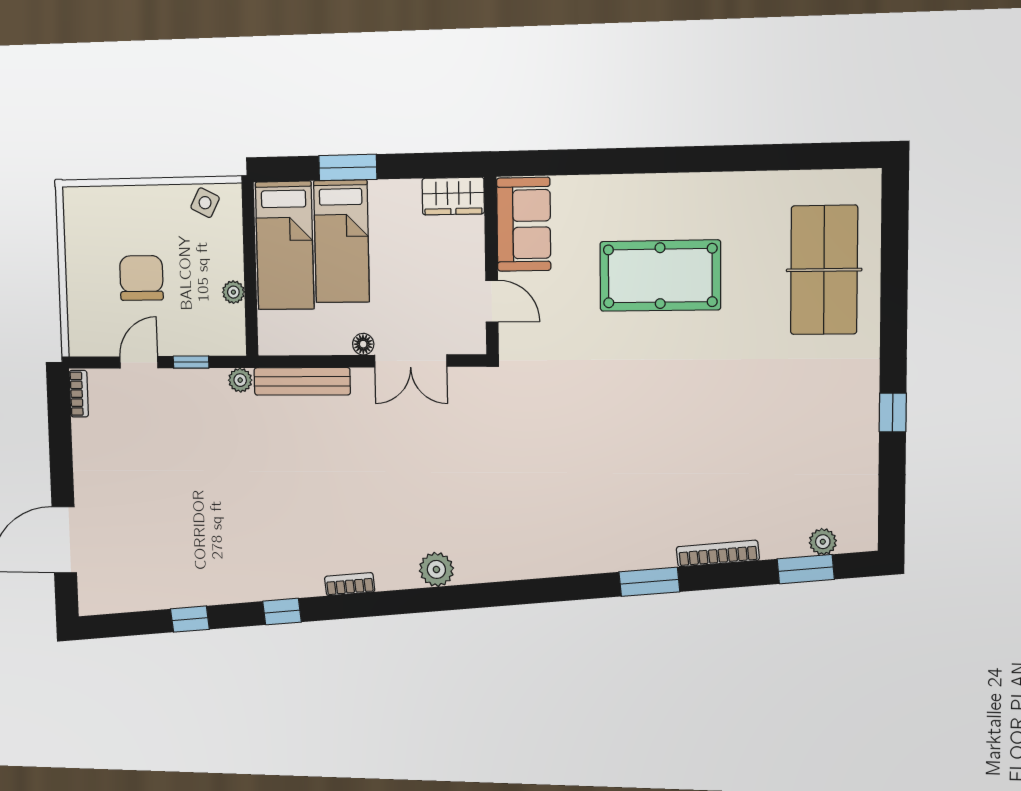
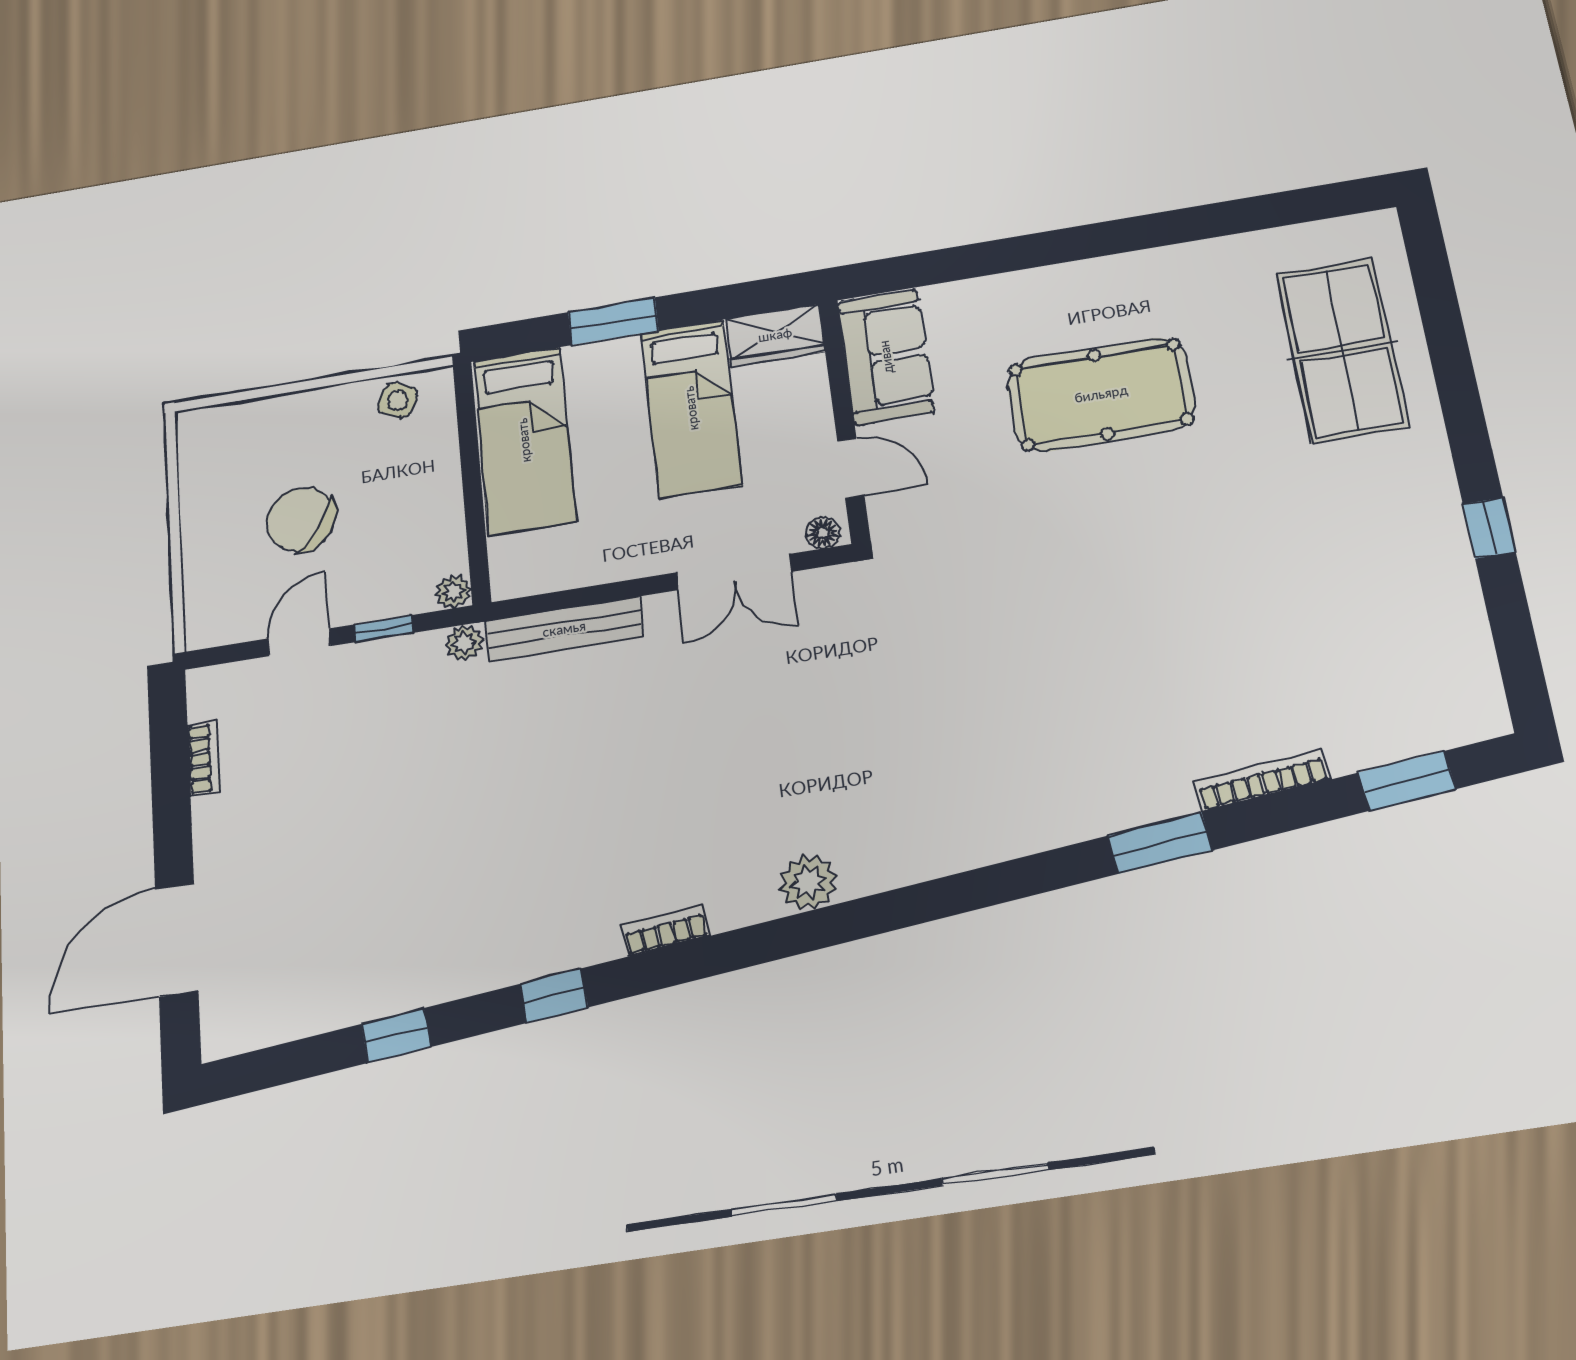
bed: (342, 241) -> (691, 408), moved
chair: (141, 278) -> (301, 520), turned -56
plant: (233, 292) -> (453, 592), moved
floor lamp: (363, 344) -> (823, 533), moved
bookcase: (79, 394) -> (204, 758), moved
plant: (823, 542) -> (1425, 734), removed

